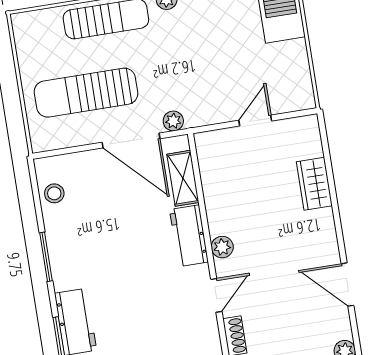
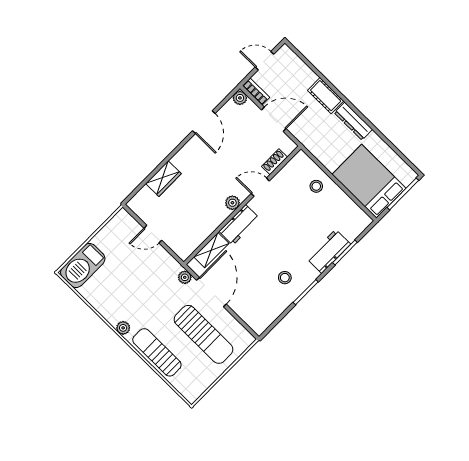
stool: (54, 193) -> (285, 278), moved

